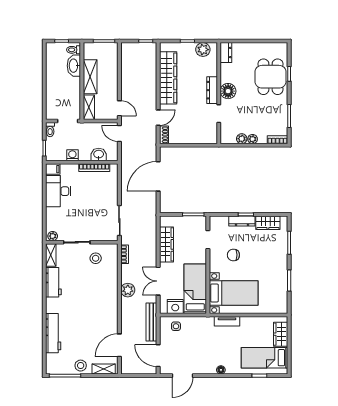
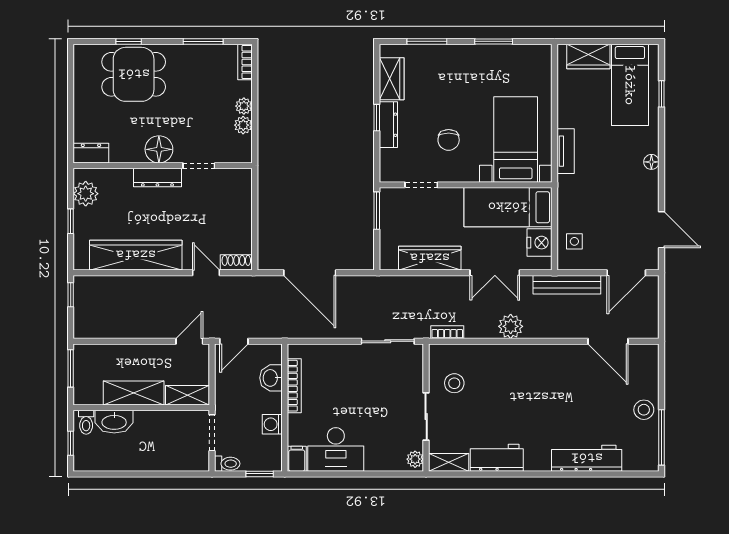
shelving: (104, 369) -> (650, 369), removed

